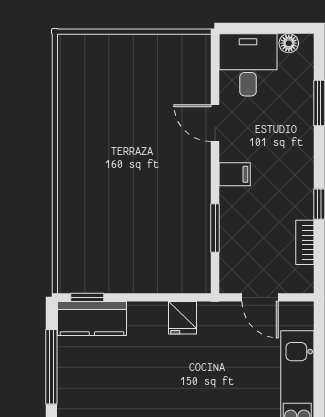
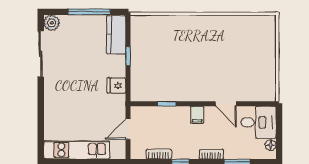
door: (215, 123) -> (226, 104), swing flipped
bookcase: (305, 149) -> (211, 154), added
window: (215, 228) -> (167, 104), width x0.67
window: (87, 297) -> (128, 56), moved

